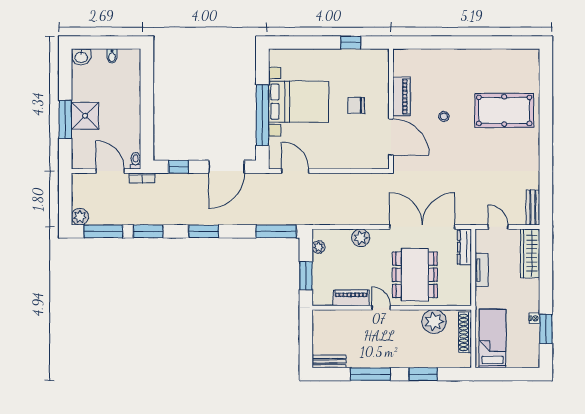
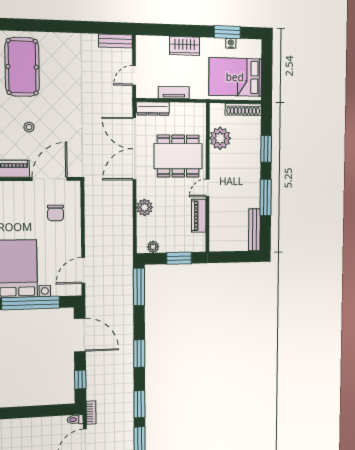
chair: (356, 106) -> (56, 213), moved
wardrobe: (530, 253) -> (185, 46), moved, width x0.67
nightstand: (534, 318) -> (231, 43), moved
shoe rack: (465, 332) -> (243, 109), moved
bed: (493, 338) -> (235, 77), width x1.50
bench: (329, 361) -> (254, 230), width x1.36

